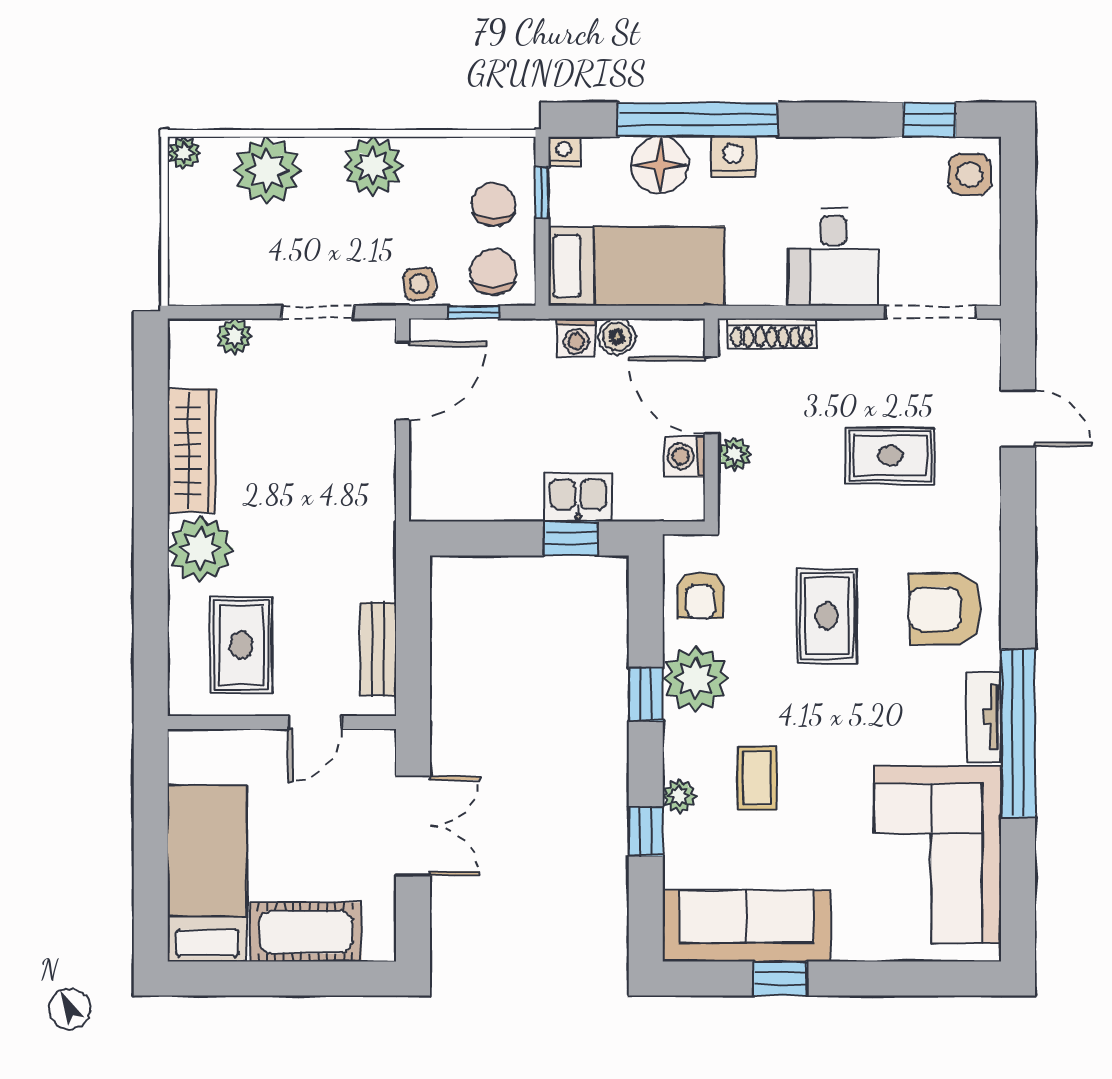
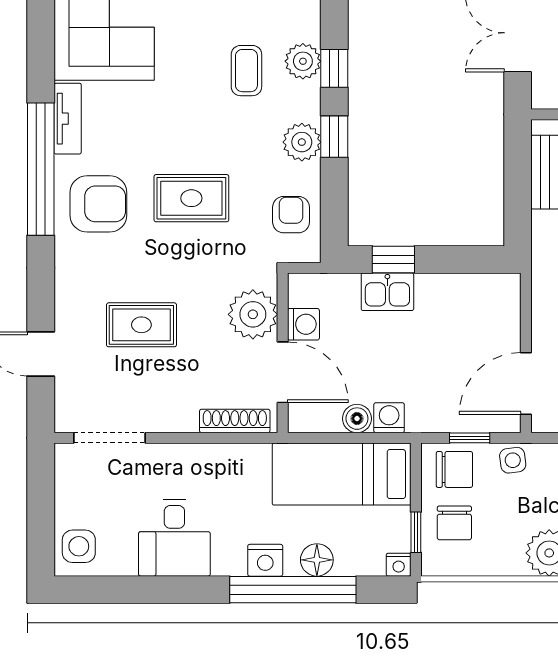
window: (929, 120) -> (111, 590), removed
floor lamp: (660, 165) -> (317, 560), width x0.73, depth x0.73
desk: (834, 257) -> (174, 538), moved, turned 180
chair: (493, 272) -> (454, 469), turned -90
plant: (734, 454) -> (253, 314), width x1.88, depth x1.88
rug: (827, 616) -> (191, 198), turned 90
plant: (696, 679) -> (302, 142), width x0.73, depth x0.73
window: (1018, 733) -> (41, 169), moved
plant: (679, 796) -> (303, 61), width x1.38, depth x1.38
window: (646, 831) -> (334, 68), moved

